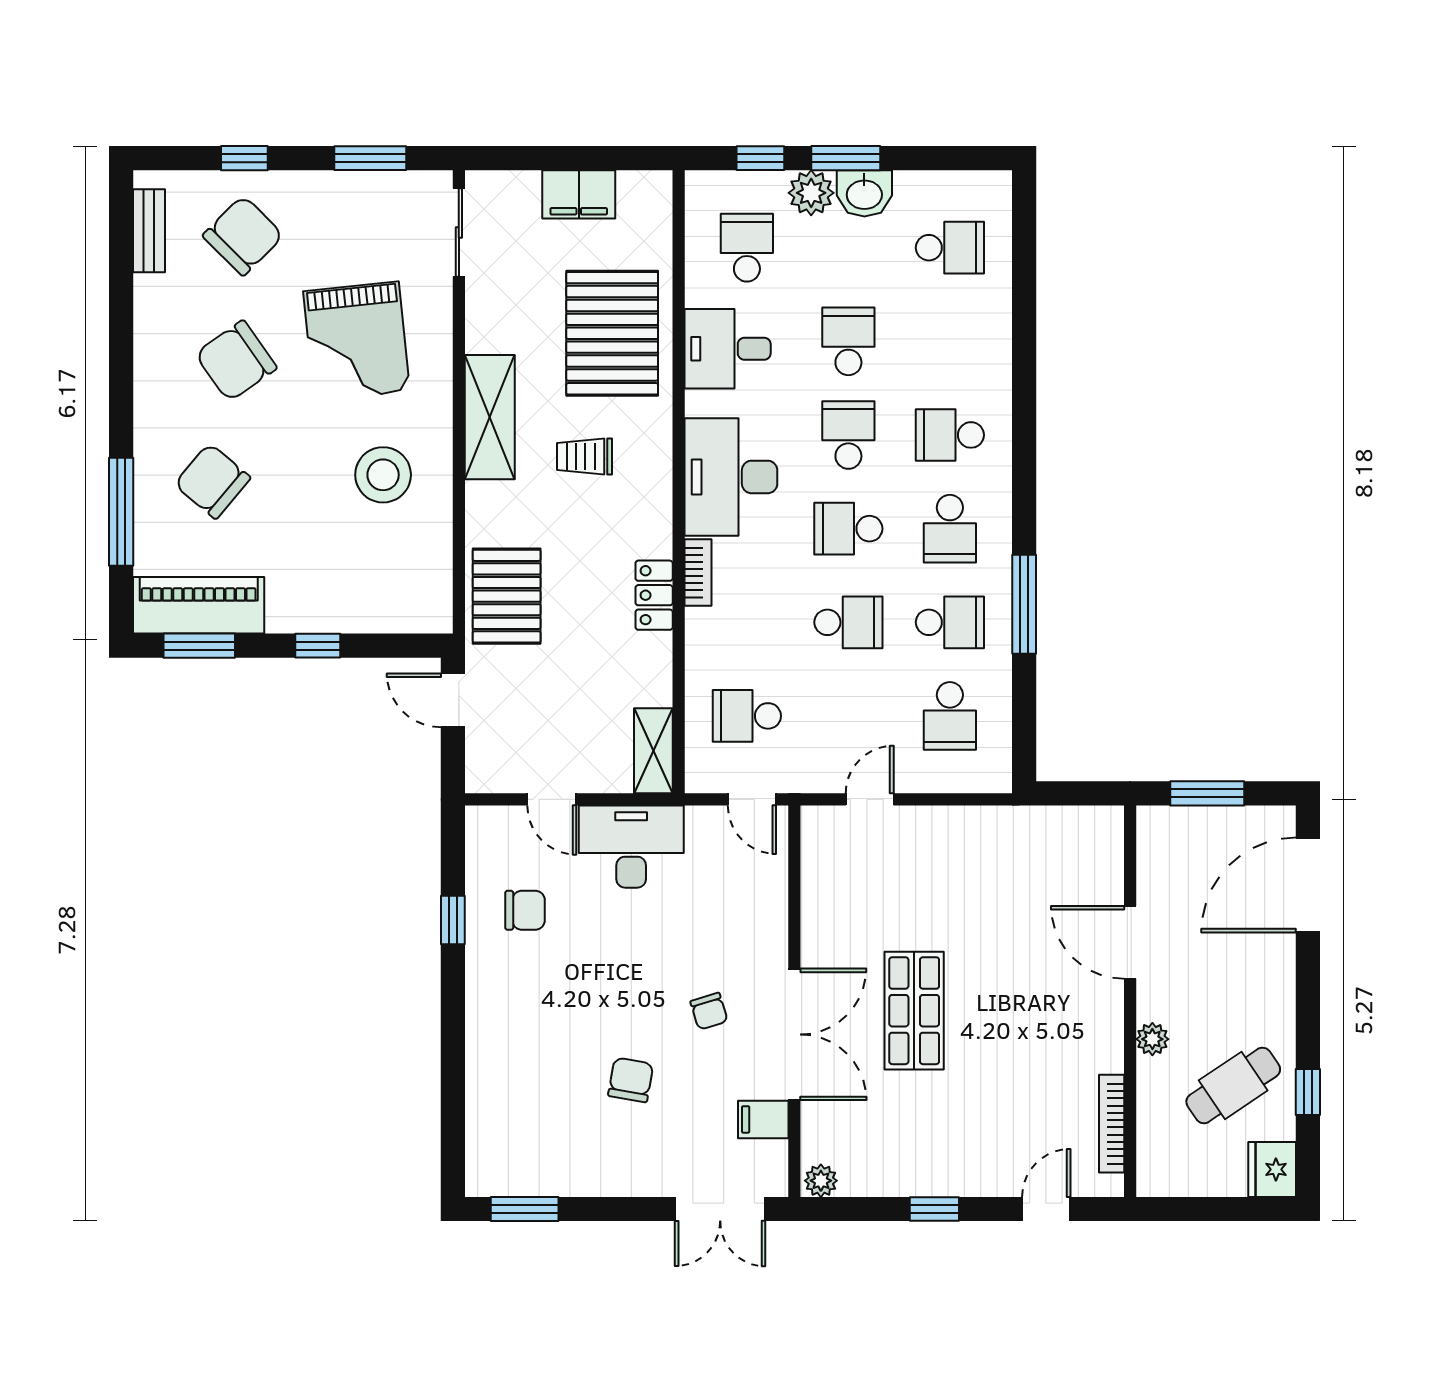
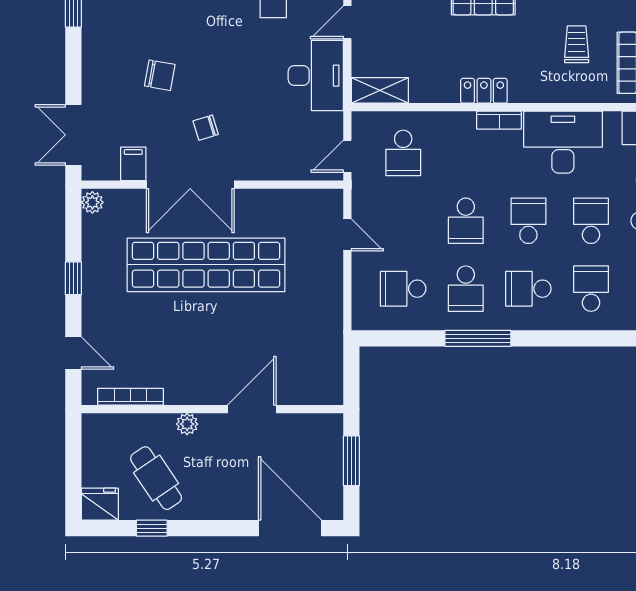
school desk: (848, 435) -> (591, 221), turned -90
school desk: (747, 716) -> (403, 153), turned 180
shop shelf: (914, 1011) -> (206, 265), width x2.00, depth x1.36

